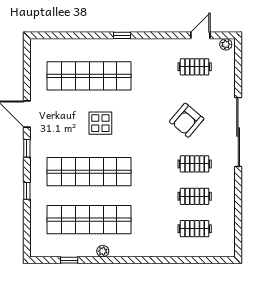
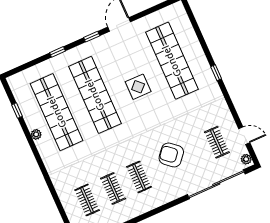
sliding door: (238, 132) -> (216, 184), moved

